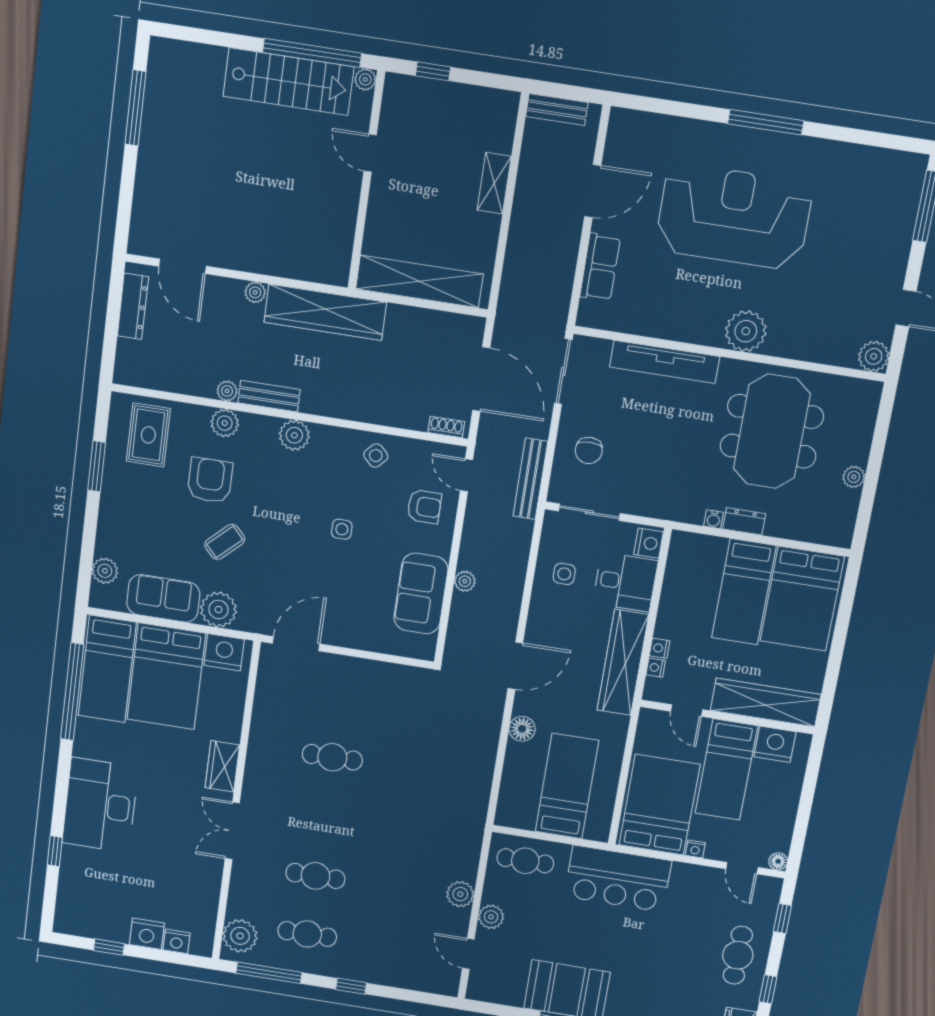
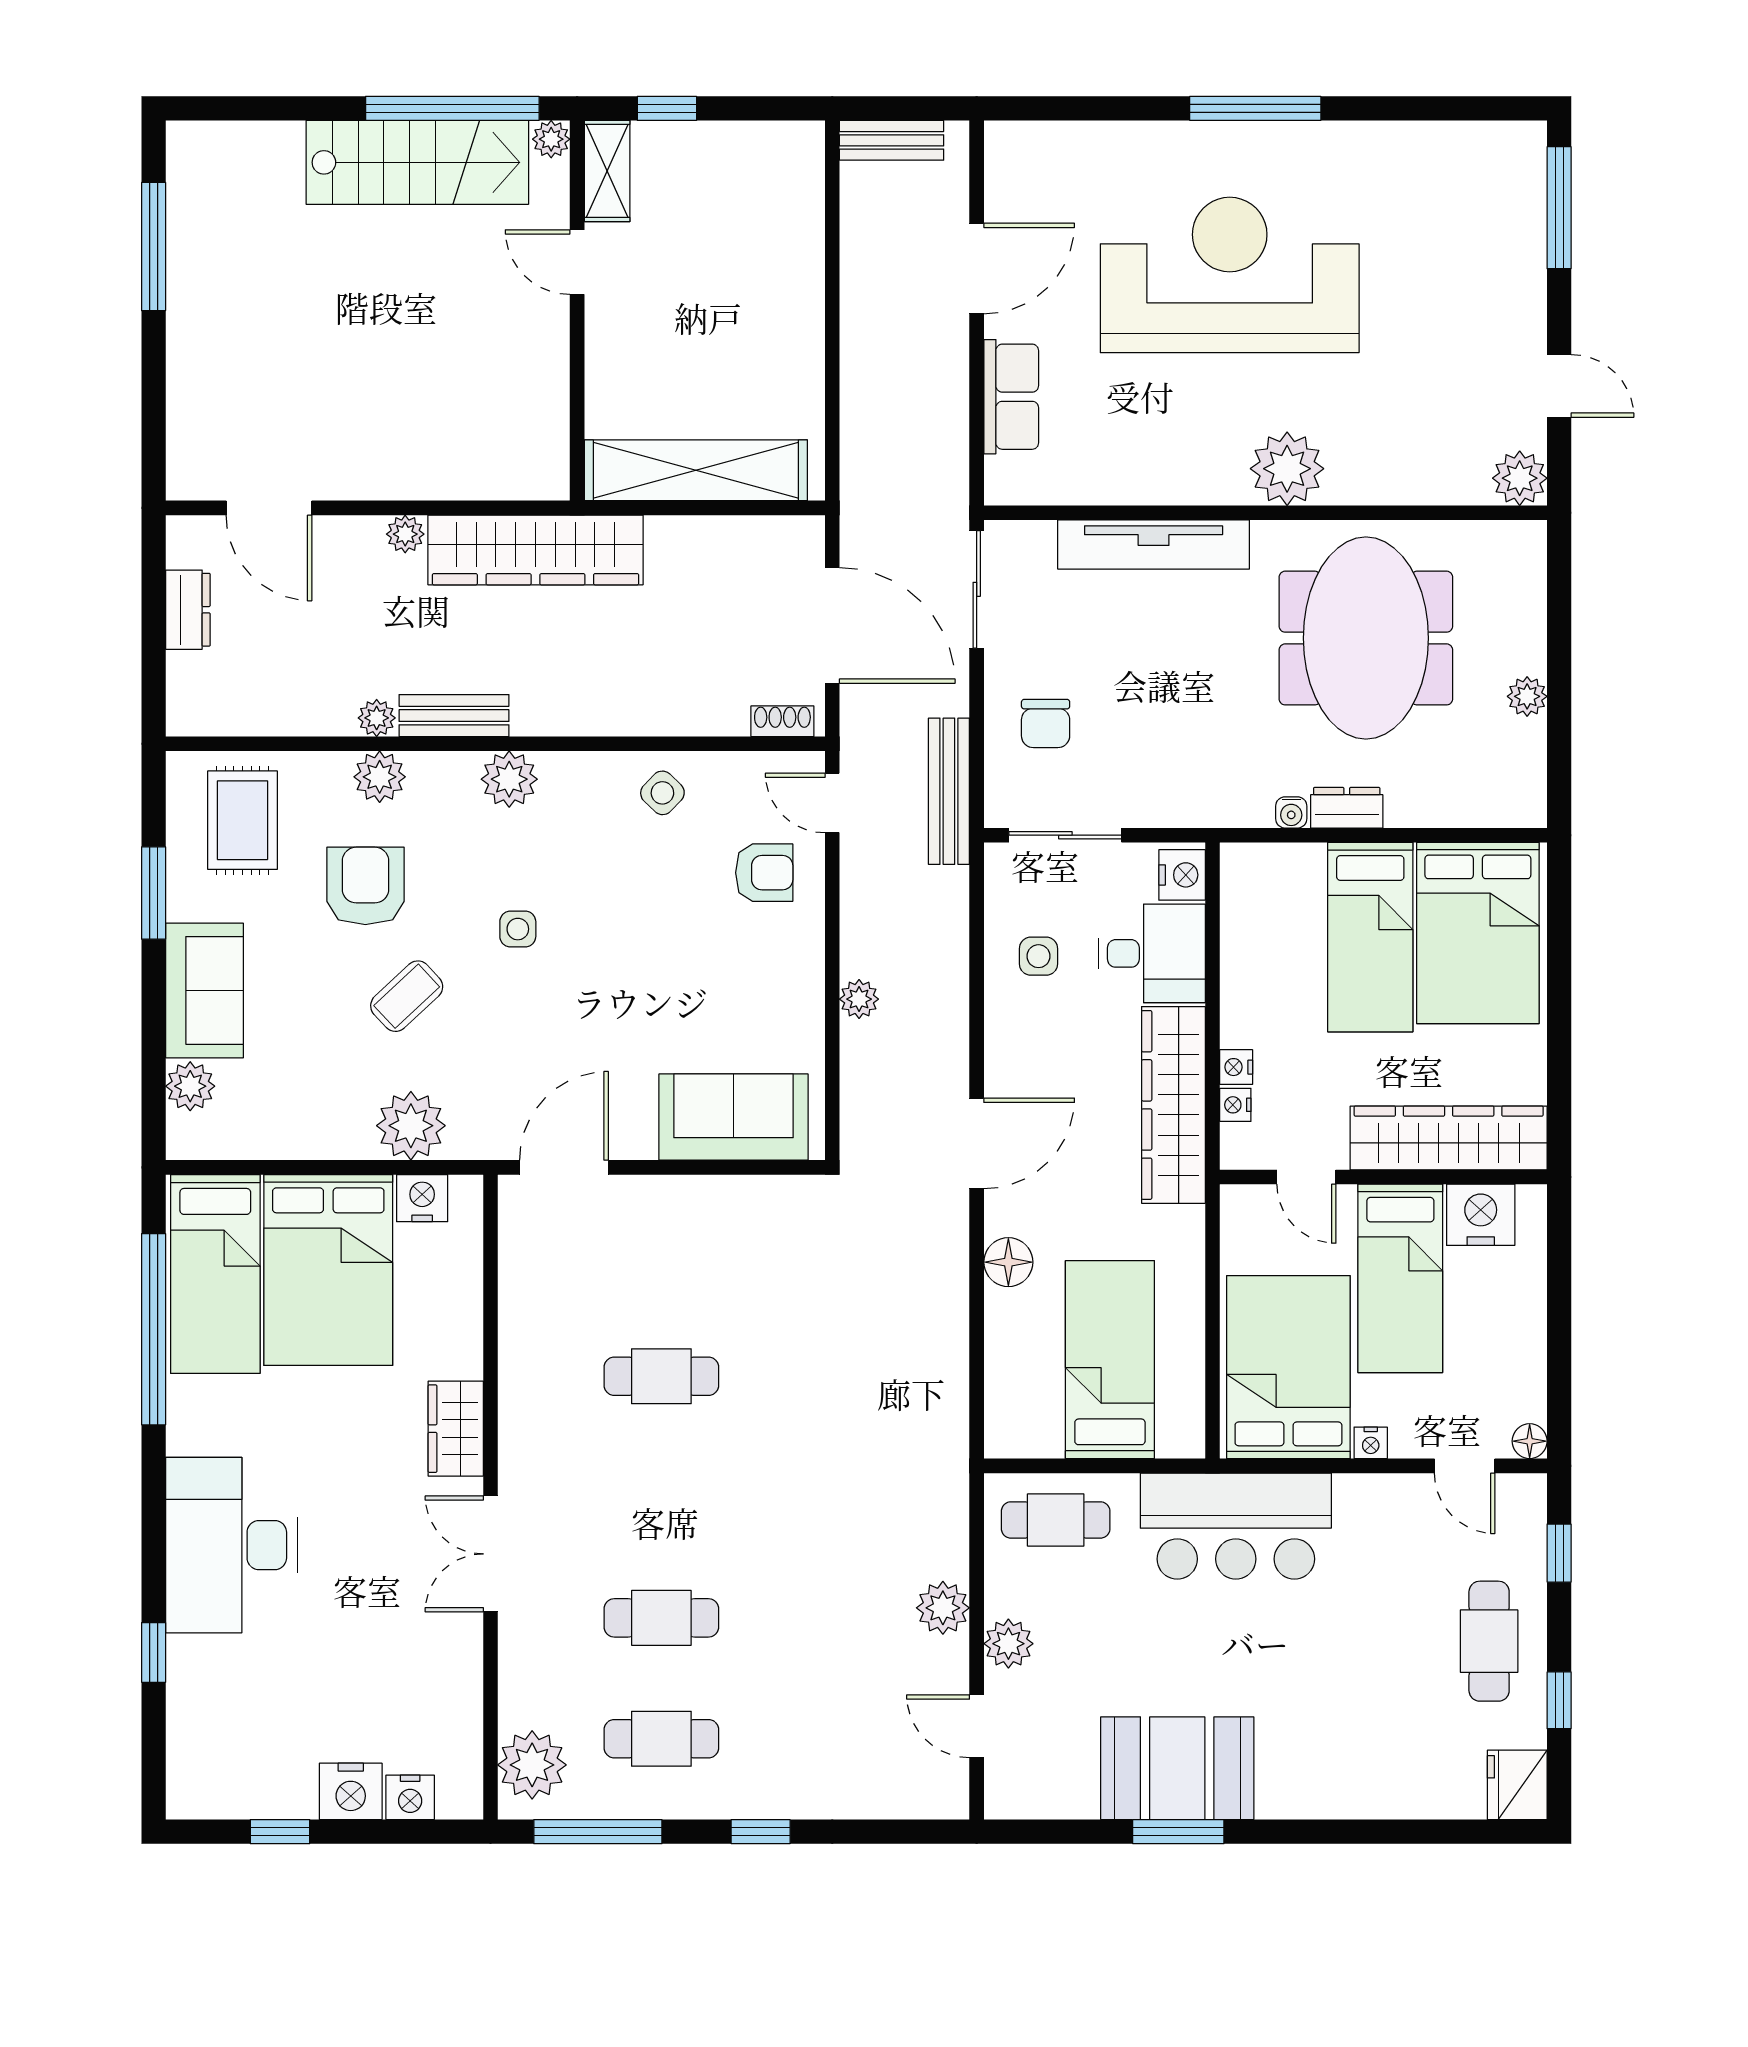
shelving: (494, 183) -> (607, 171), moved
dresser: (133, 306) -> (188, 610), width x0.70
side table: (342, 529) -> (518, 929), moved
sofa: (421, 594) -> (733, 1117), moved, turned 90
sofa: (163, 598) -> (205, 990), moved, turned 90
nightstand: (224, 652) -> (422, 1198), width x0.74, depth x0.75

